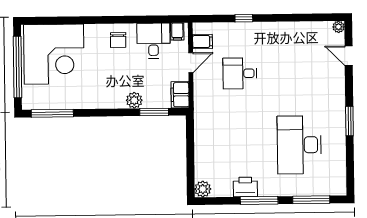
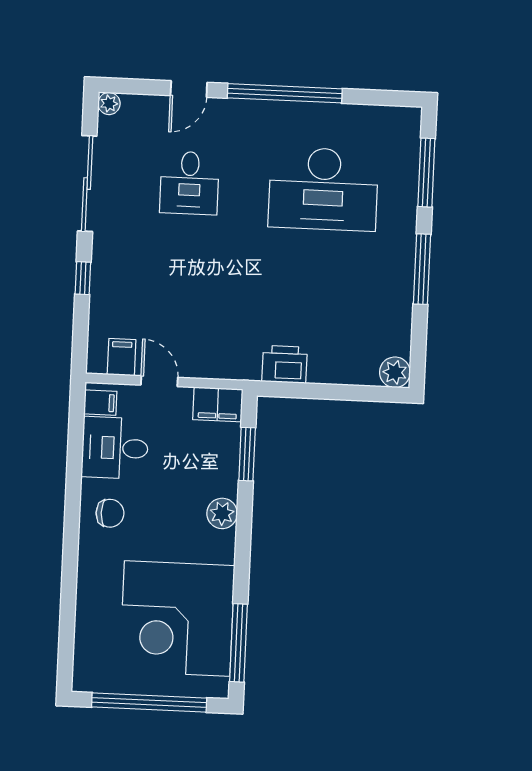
sliding door: (295, 18) -> (87, 184), added
corner desk: (54, 54) -> (177, 618), moved, turned 180
door: (349, 56) -> (189, 89), moved
desk: (240, 73) -> (189, 183), moved
plant: (134, 100) -> (222, 513), moved
window: (349, 121) -> (285, 93), width x2.11
printer: (245, 187) -> (285, 364), moved, turned 90

